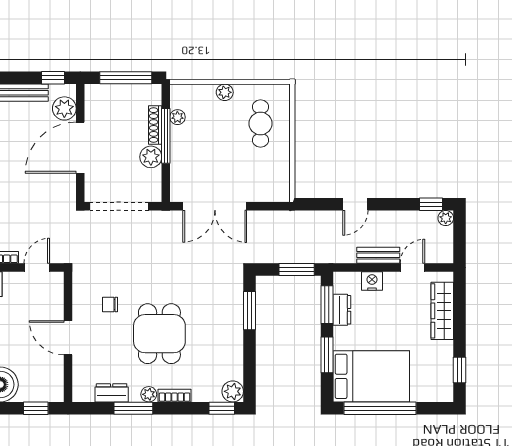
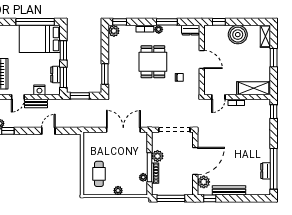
dresser: (112, 393) -> (191, 30), moved

